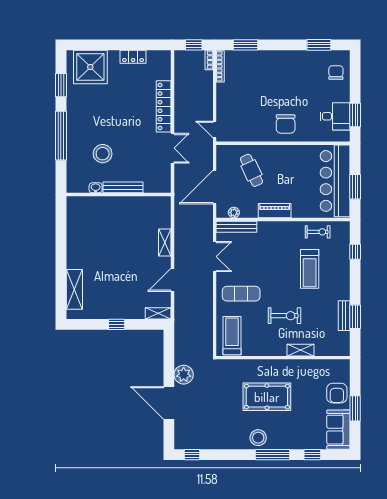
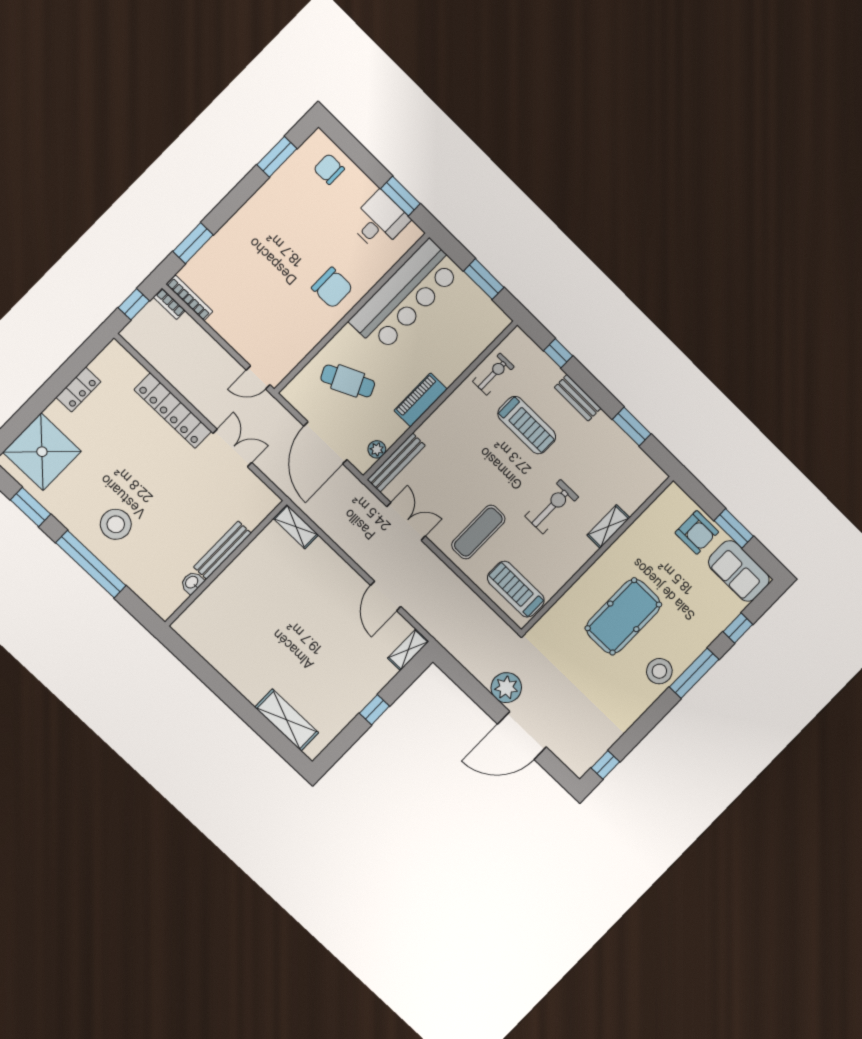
stool: (103, 154) -> (116, 524), moved
bar counter: (335, 181) -> (406, 296), moved, turned -90
shelving: (165, 243) -> (296, 527), moved
bench: (344, 316) -> (578, 398), moved

